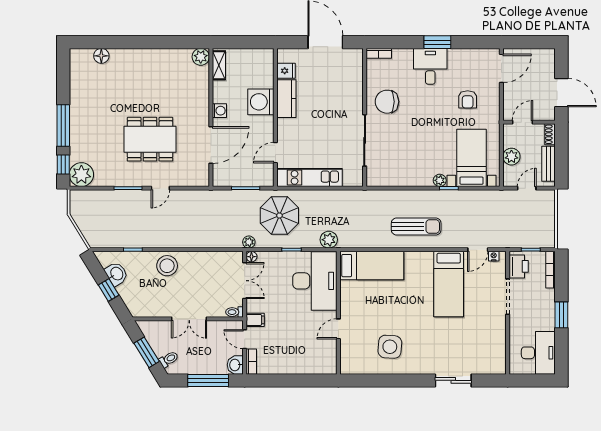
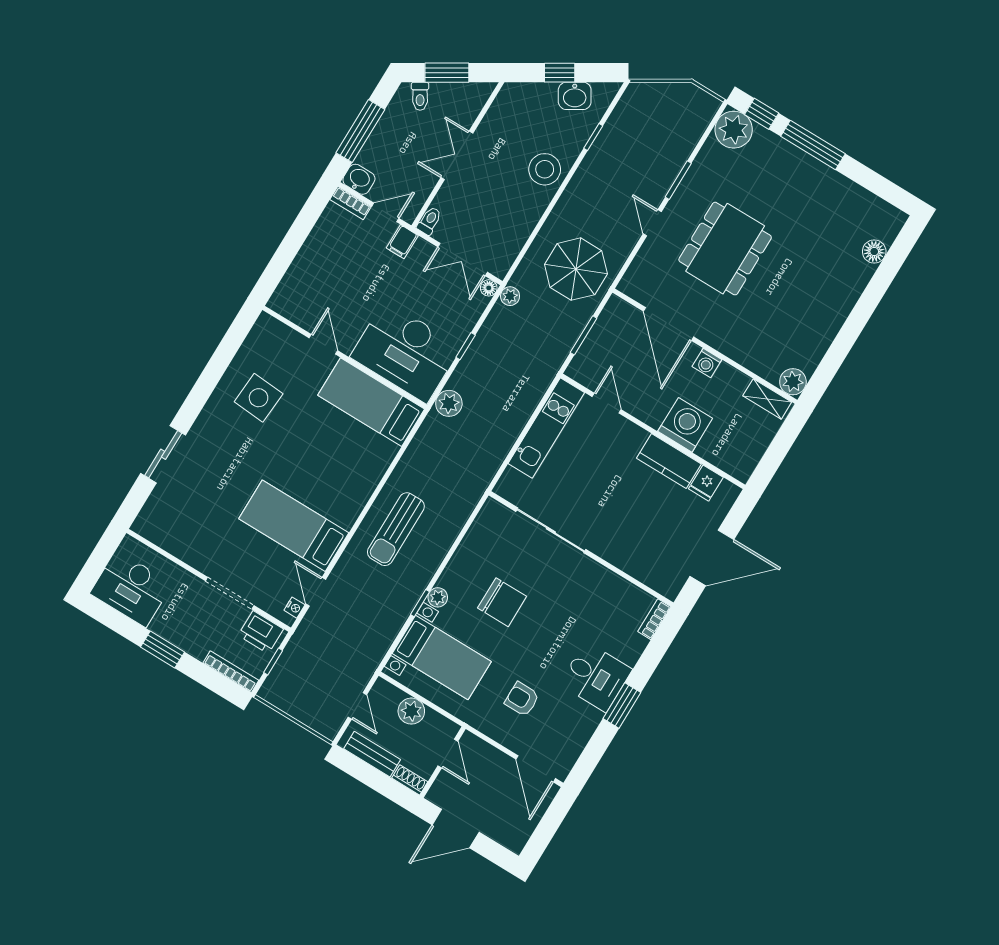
chair: (387, 102) -> (502, 602), moved, turned 90
parasol: (279, 215) -> (576, 269), moved
bed: (372, 266) -> (371, 402), moved, turned 90

